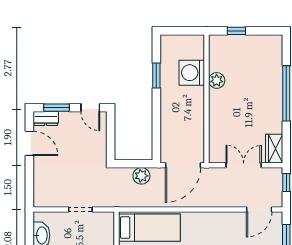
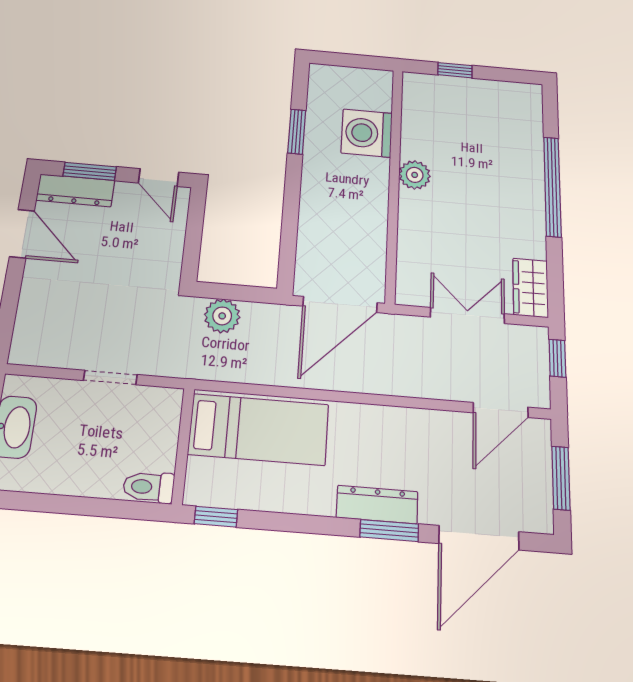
plant: (217, 80) -> (415, 175), moved
dresser: (46, 118) -> (76, 190), width x1.44
plant: (141, 176) -> (222, 316), moved

